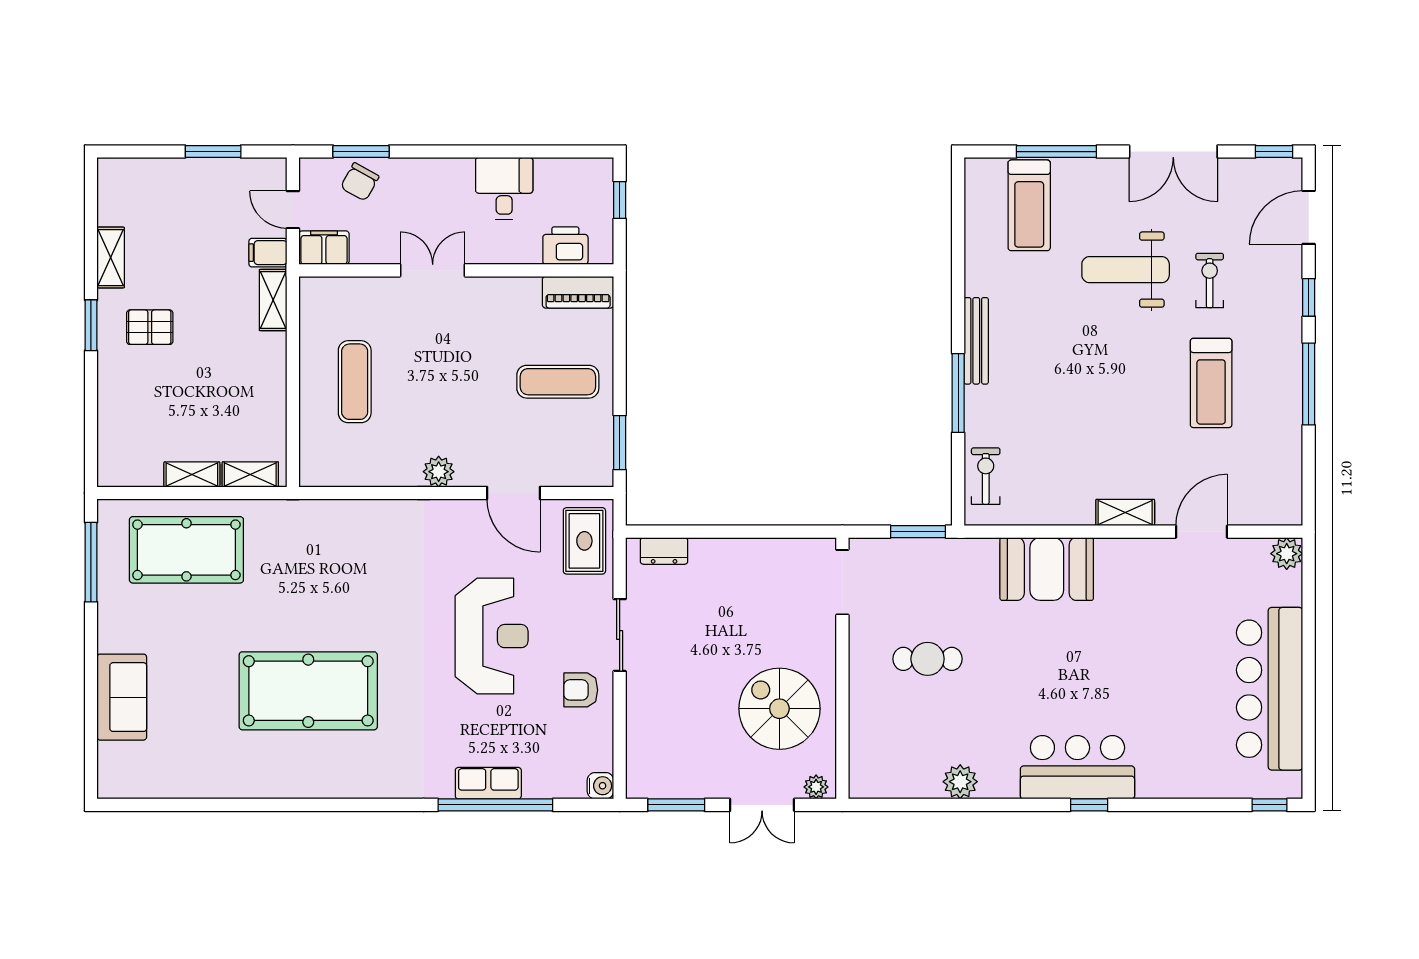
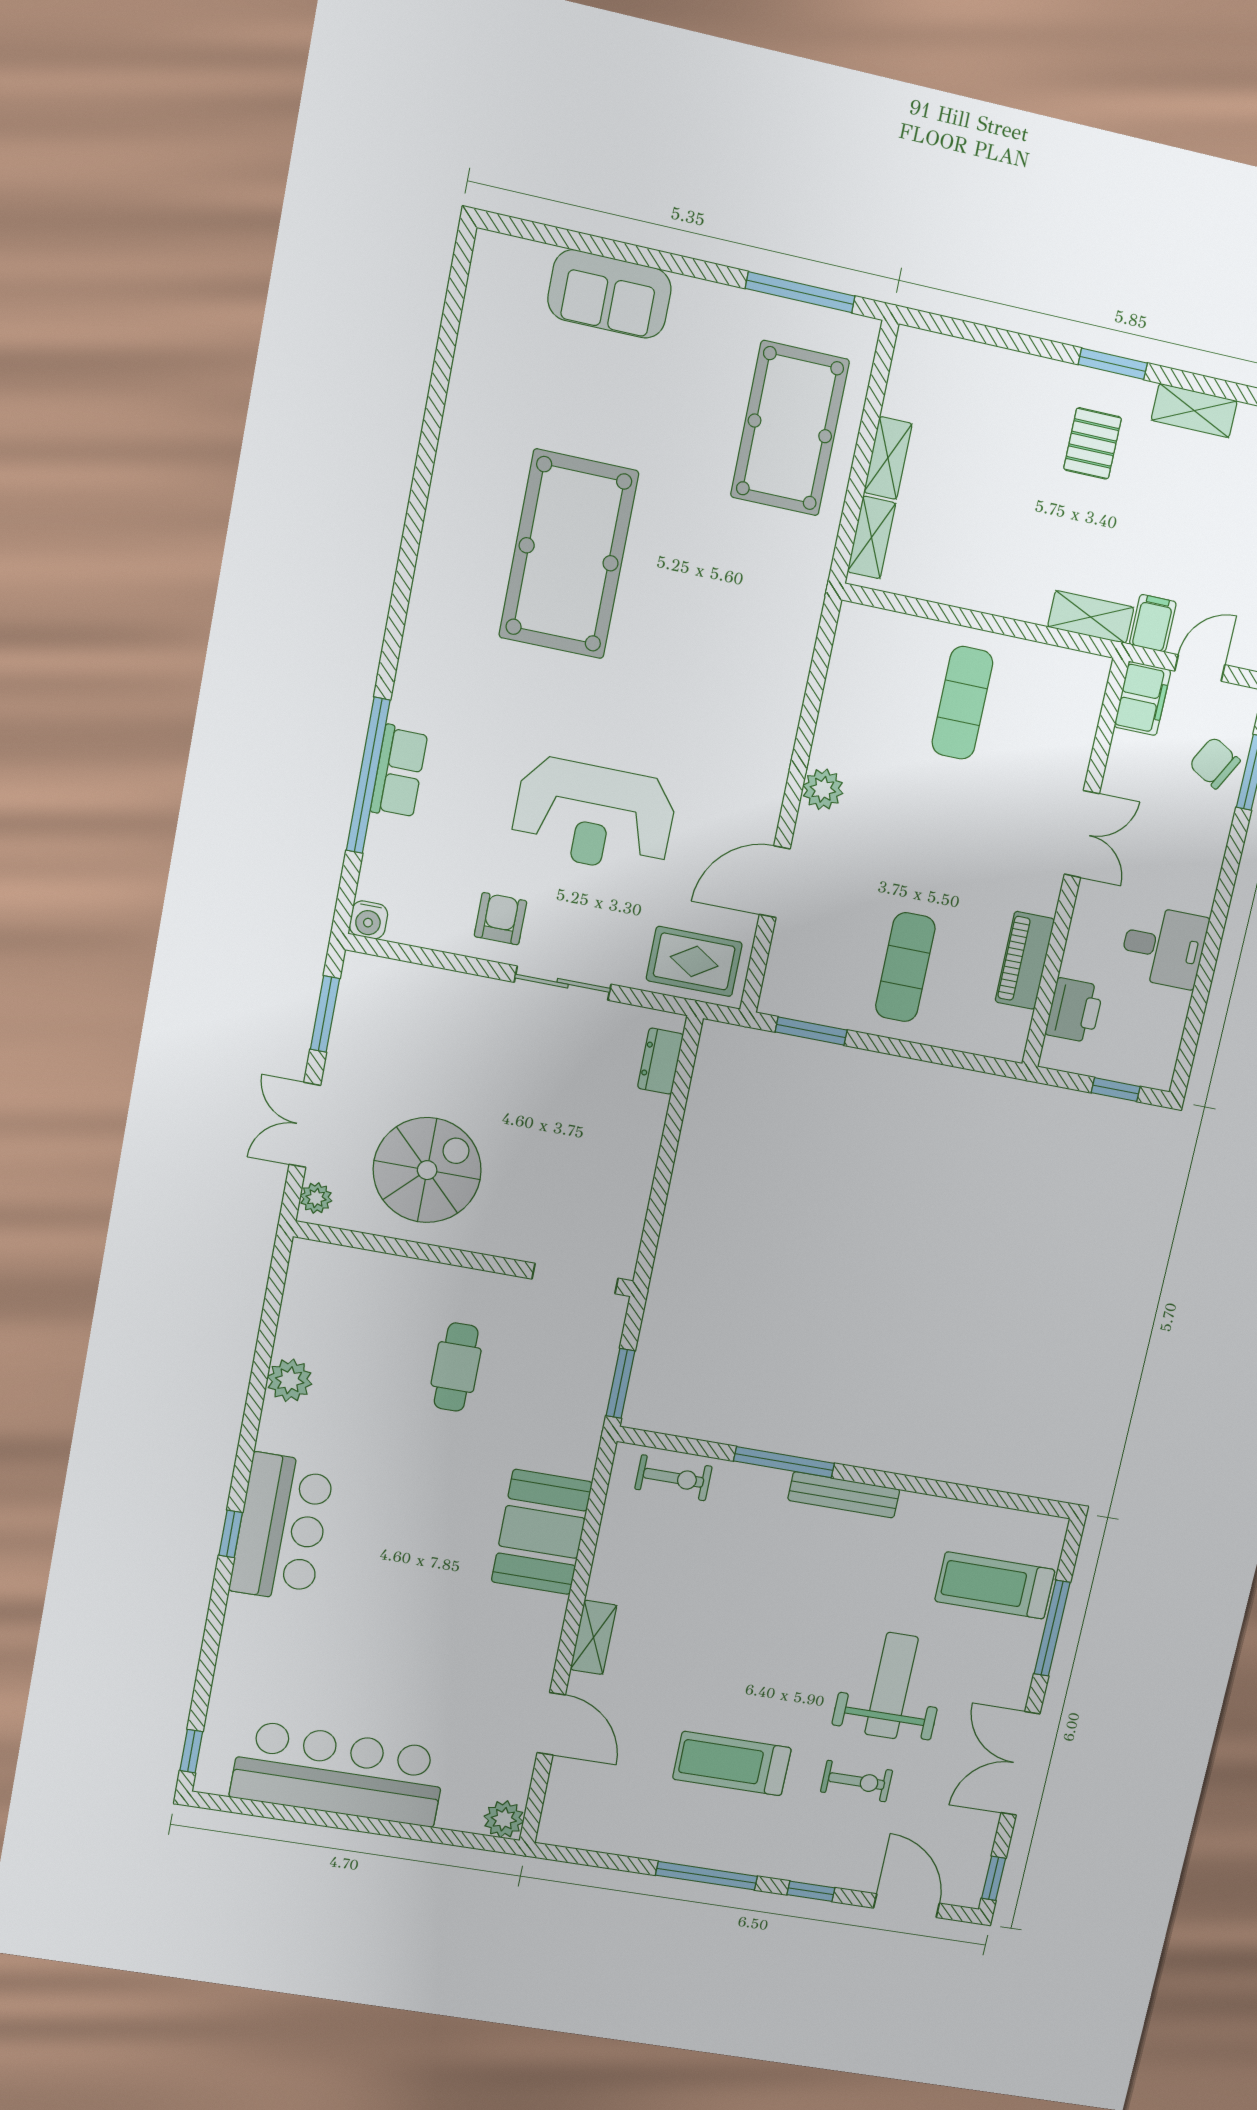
piano: (578, 292) -> (1025, 960), moved
exercise mat: (355, 382) -> (962, 703), turned 90

